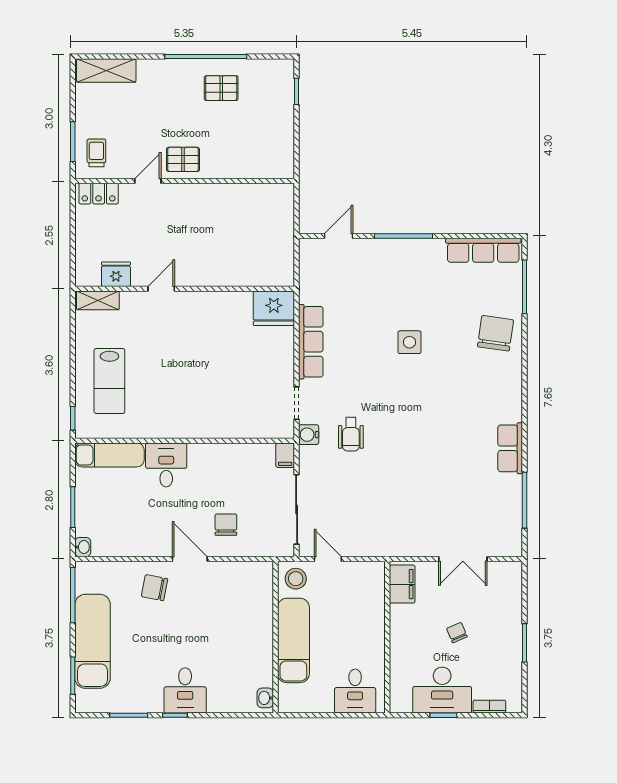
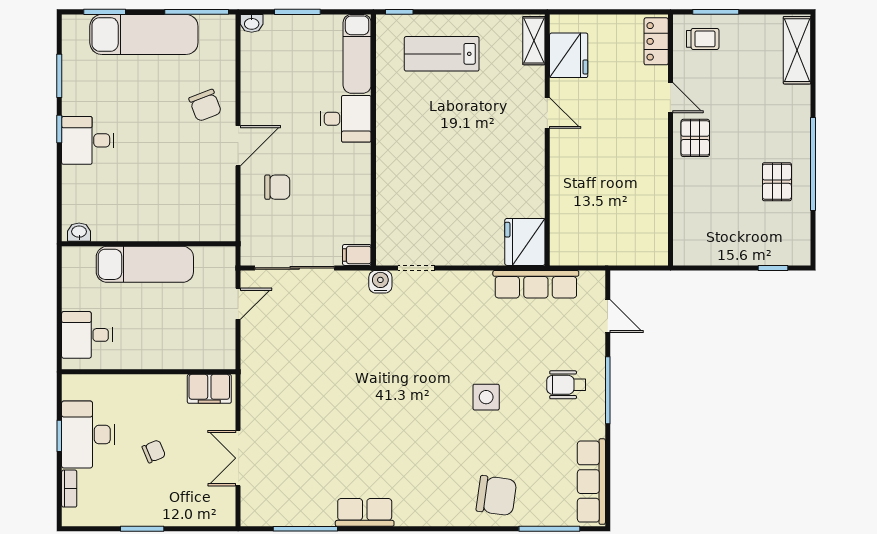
fridge: (116, 274) -> (569, 55), width x1.36, depth x1.34
row of seats: (311, 342) -> (536, 284), moved
wheelchair: (351, 434) -> (566, 385), moved
stool: (296, 579) -> (215, 267), removed
chair: (154, 588) -> (205, 105), turned 148

